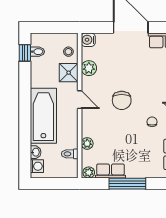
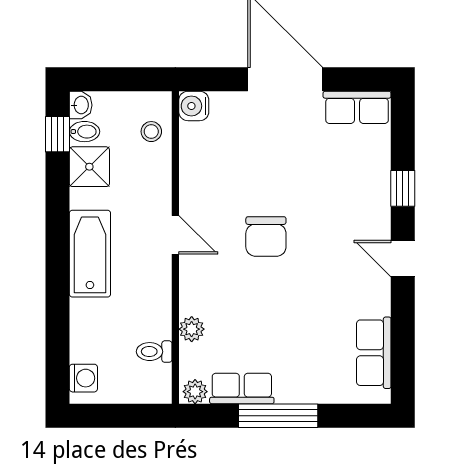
plant: (89, 68) -> (195, 167), removed
shower: (69, 73) -> (89, 167), moved
bathtub: (43, 116) -> (90, 254), width x0.73, depth x0.73
chair: (152, 122) -> (331, 282), removed
washbasin: (36, 152) -> (81, 105), moved

